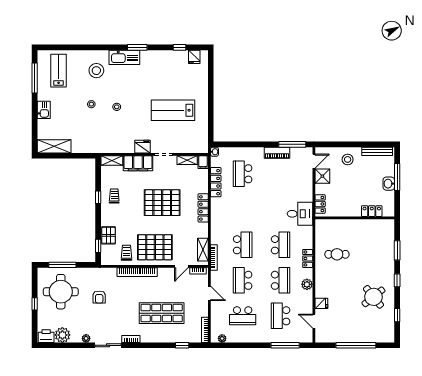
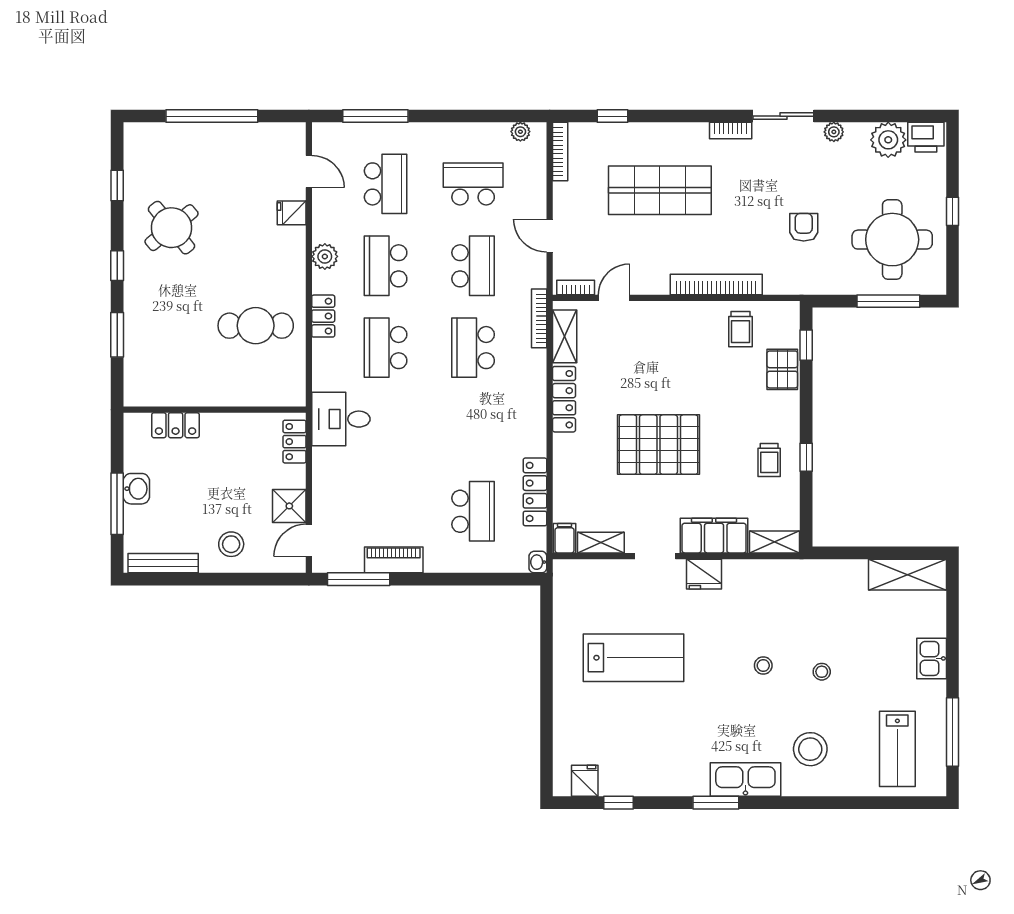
locker: (203, 208) -> (564, 399), moved
pallet: (155, 247) -> (675, 342), removed
cafe table: (337, 254) -> (256, 326), width x1.37, depth x1.35

